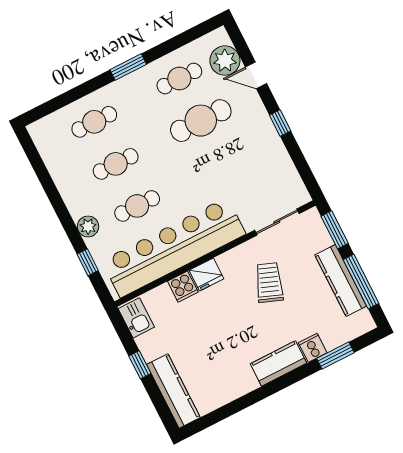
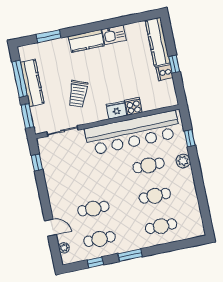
window: (176, 42) -> (95, 262), added
plant: (225, 61) -> (64, 248), width x0.53, depth x0.53
cafe table: (201, 121) -> (93, 209), width x0.73, depth x0.74
window: (280, 123) -> (37, 163), moved
kitchen sink: (136, 318) -> (114, 35), moved, turned -90
cooker: (313, 348) -> (165, 73), moved, turned 90

